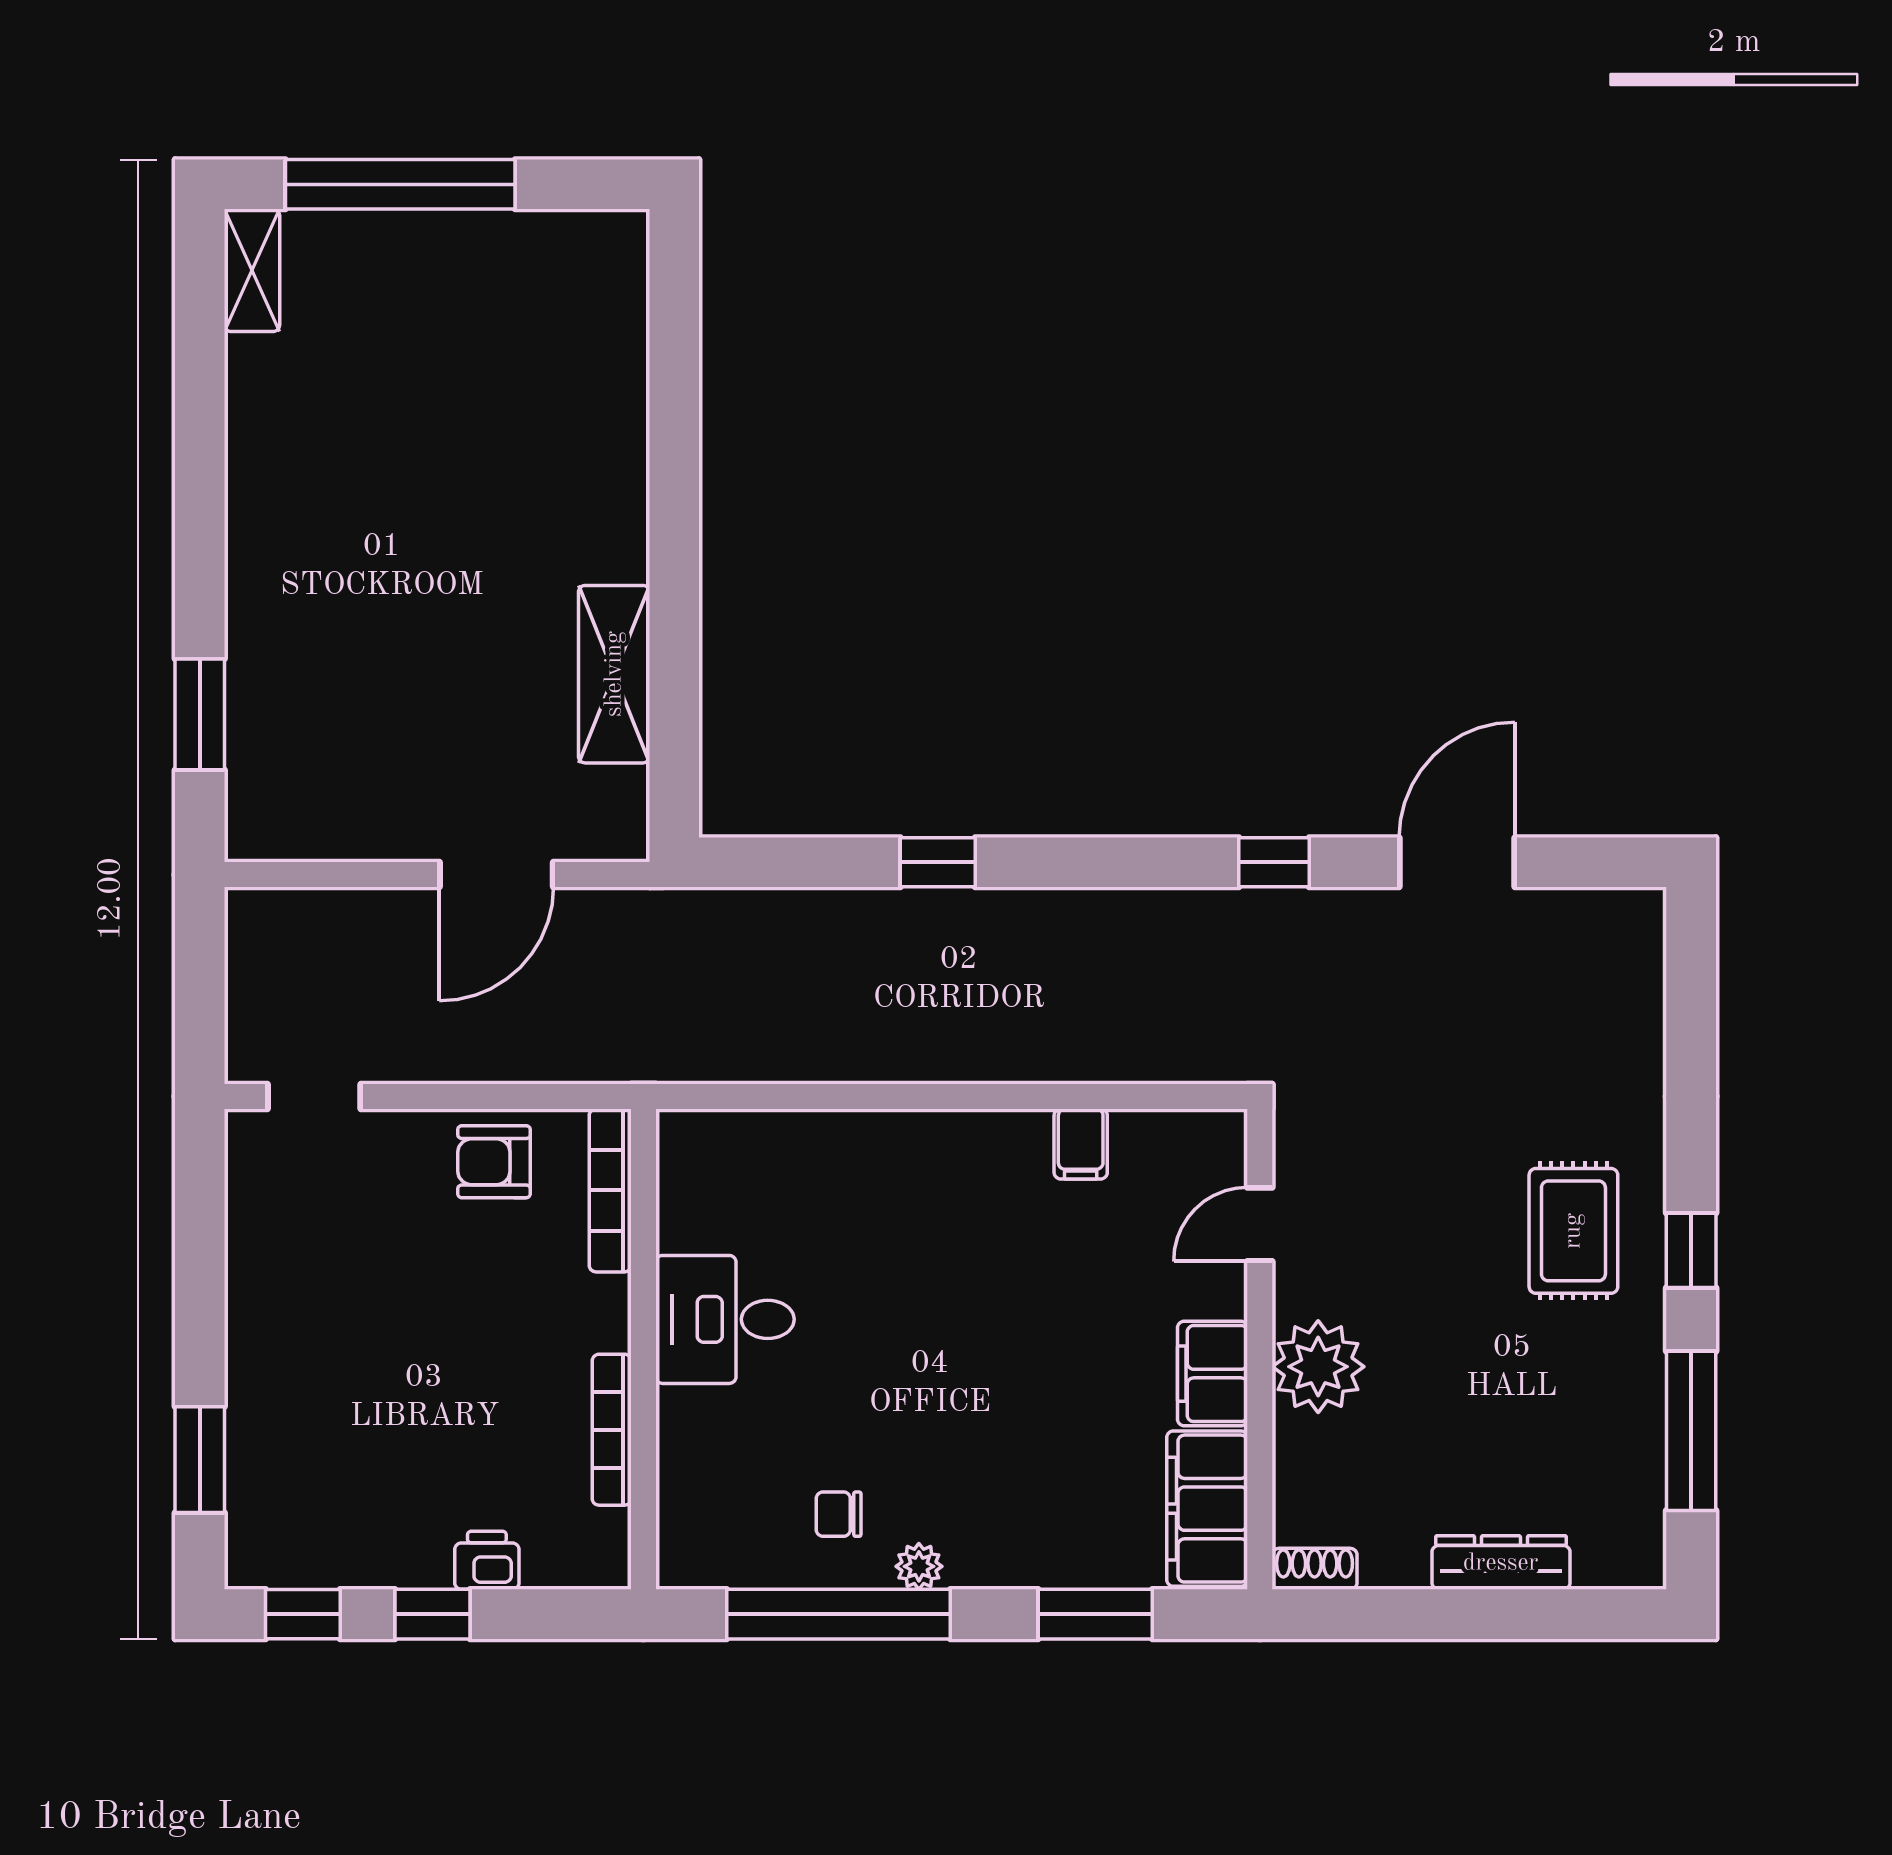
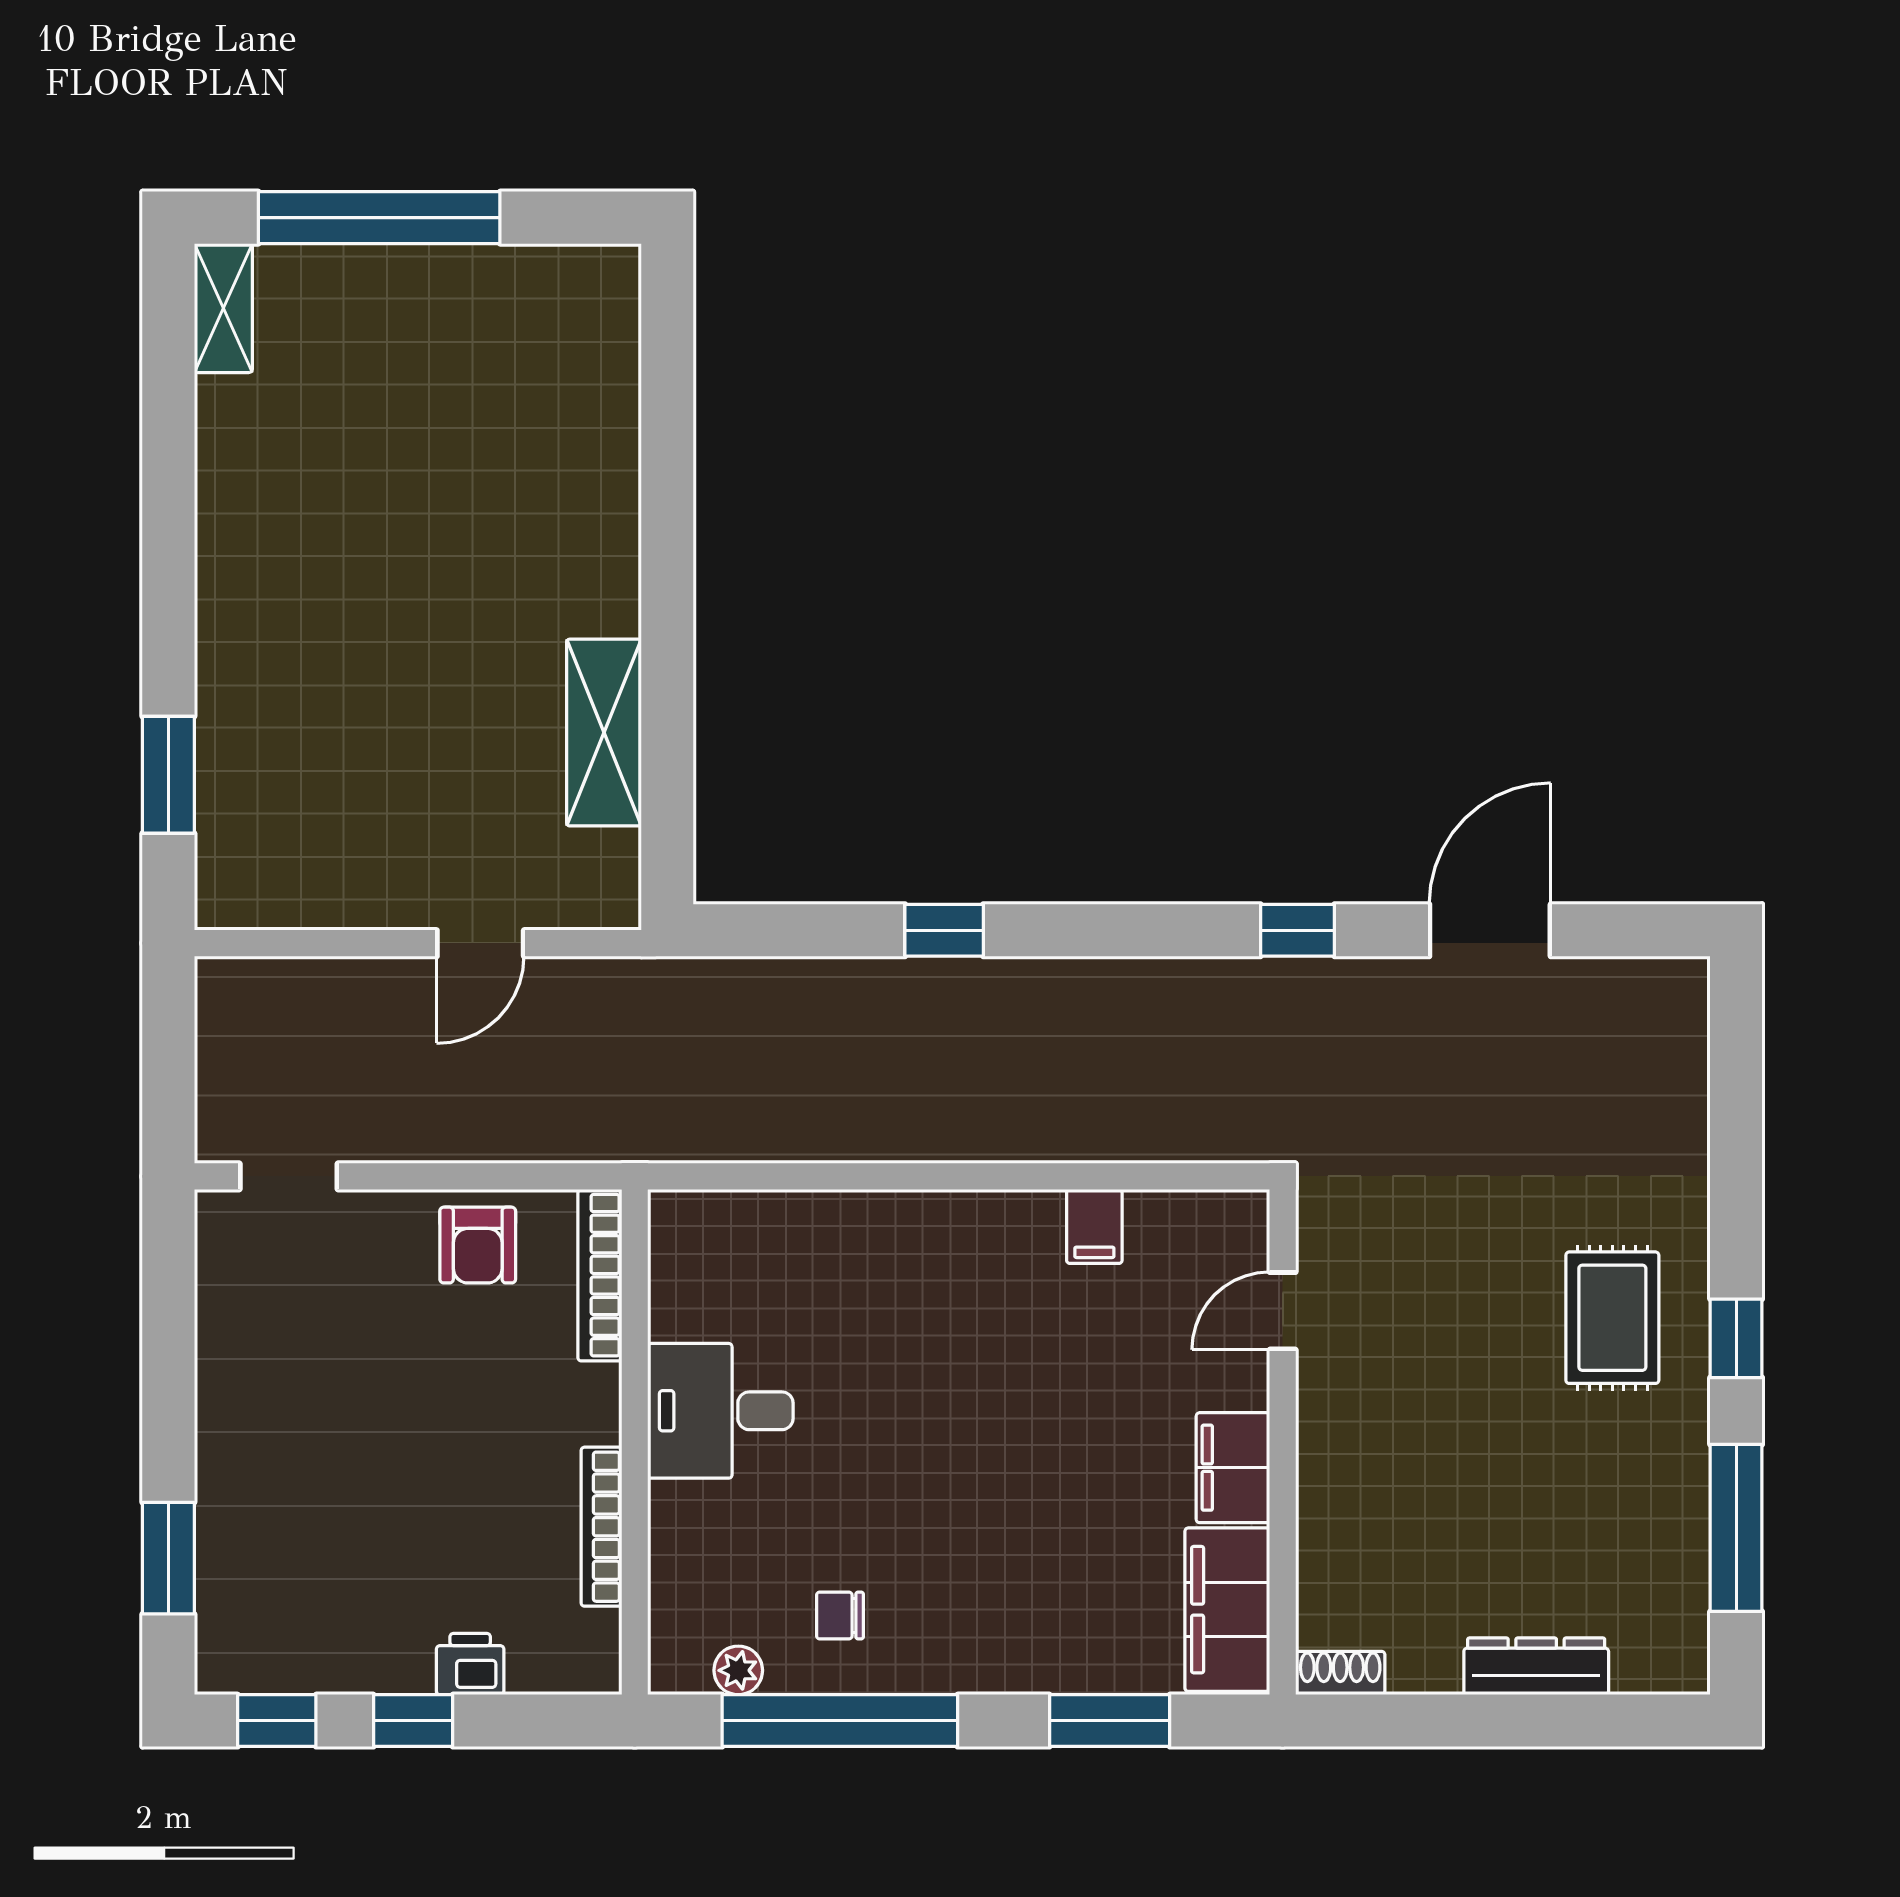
door: (496, 875) -> (480, 943), width x0.73
armchair: (494, 1162) -> (478, 1245), turned -90
plant: (1318, 1367) -> (1344, 1460), removed
plant: (919, 1566) -> (738, 1670), moved

